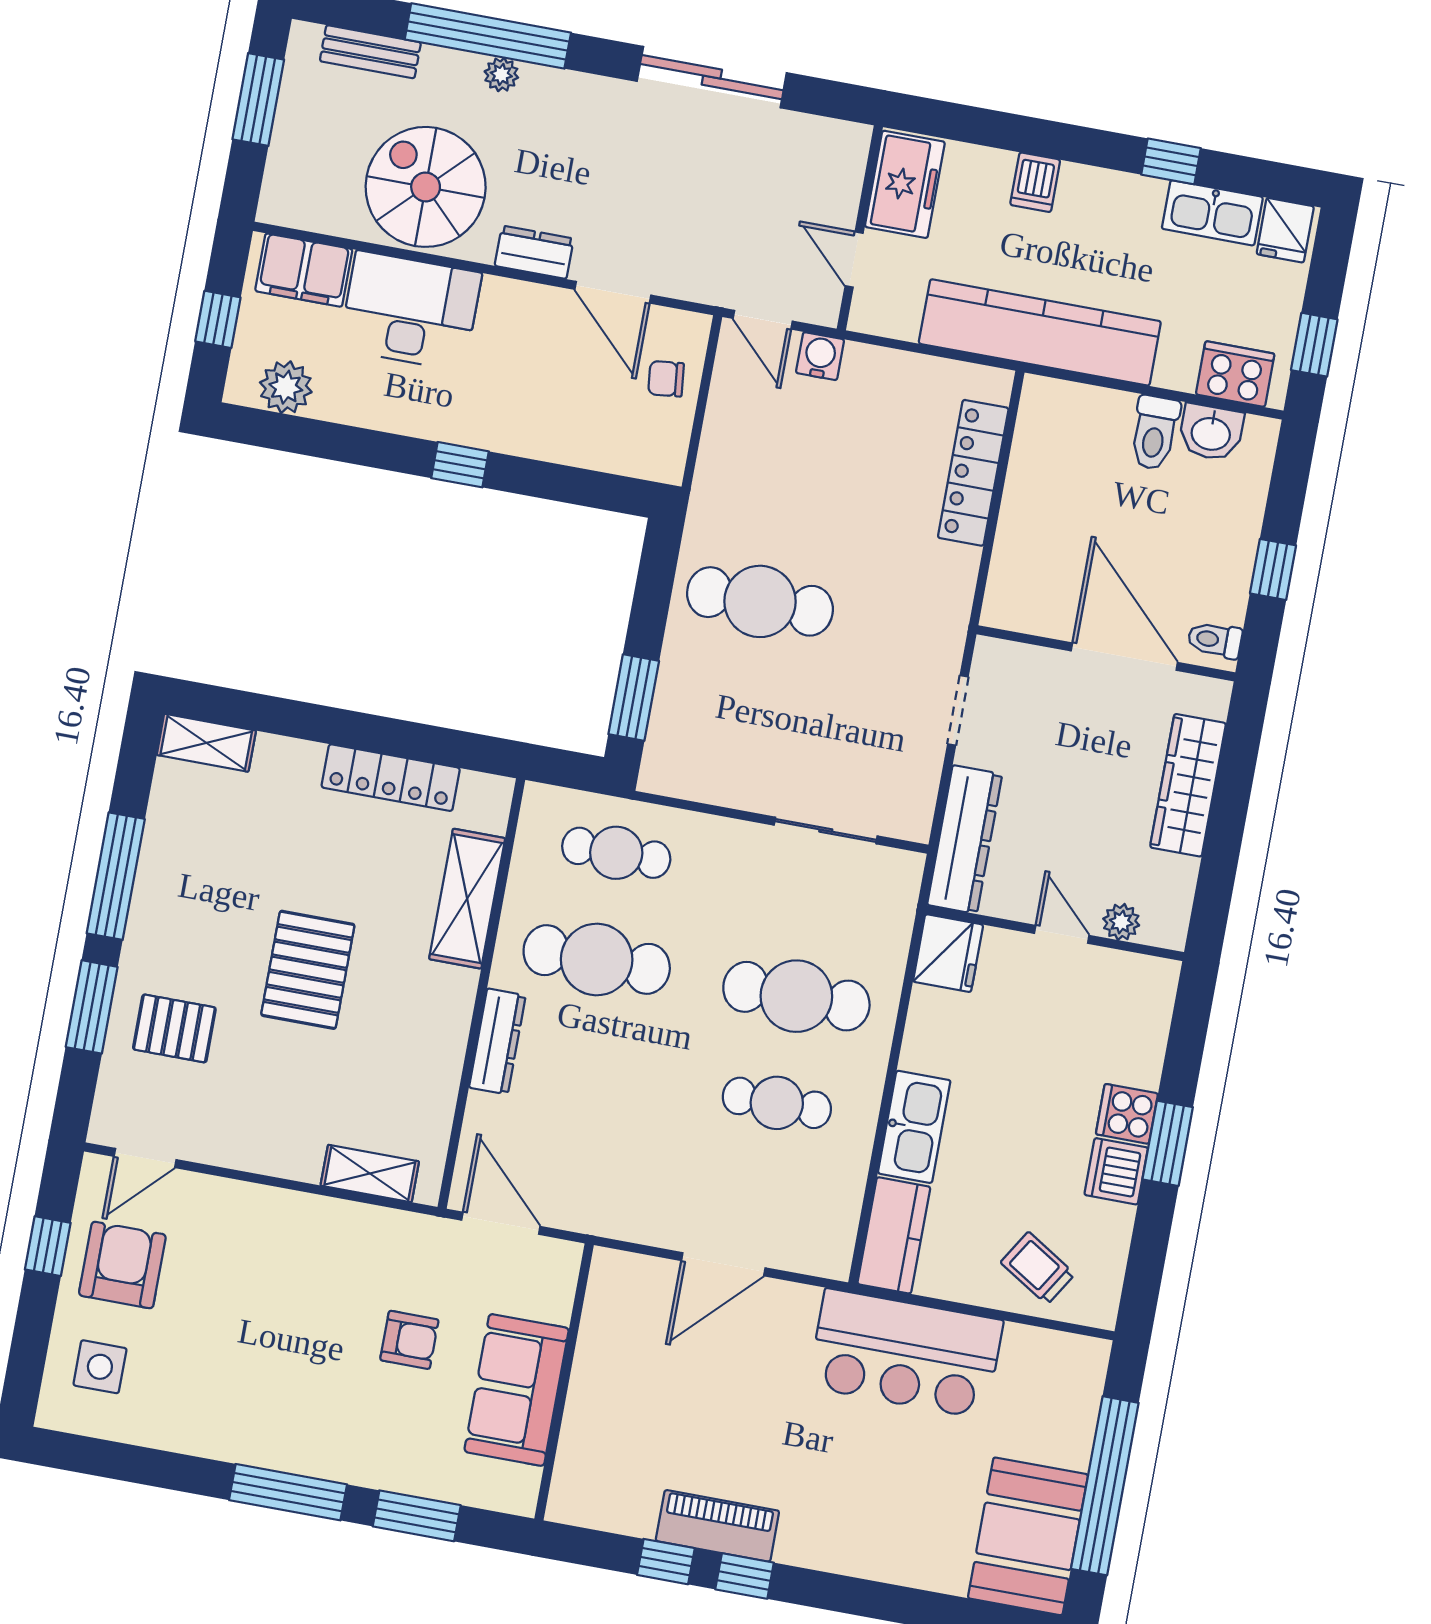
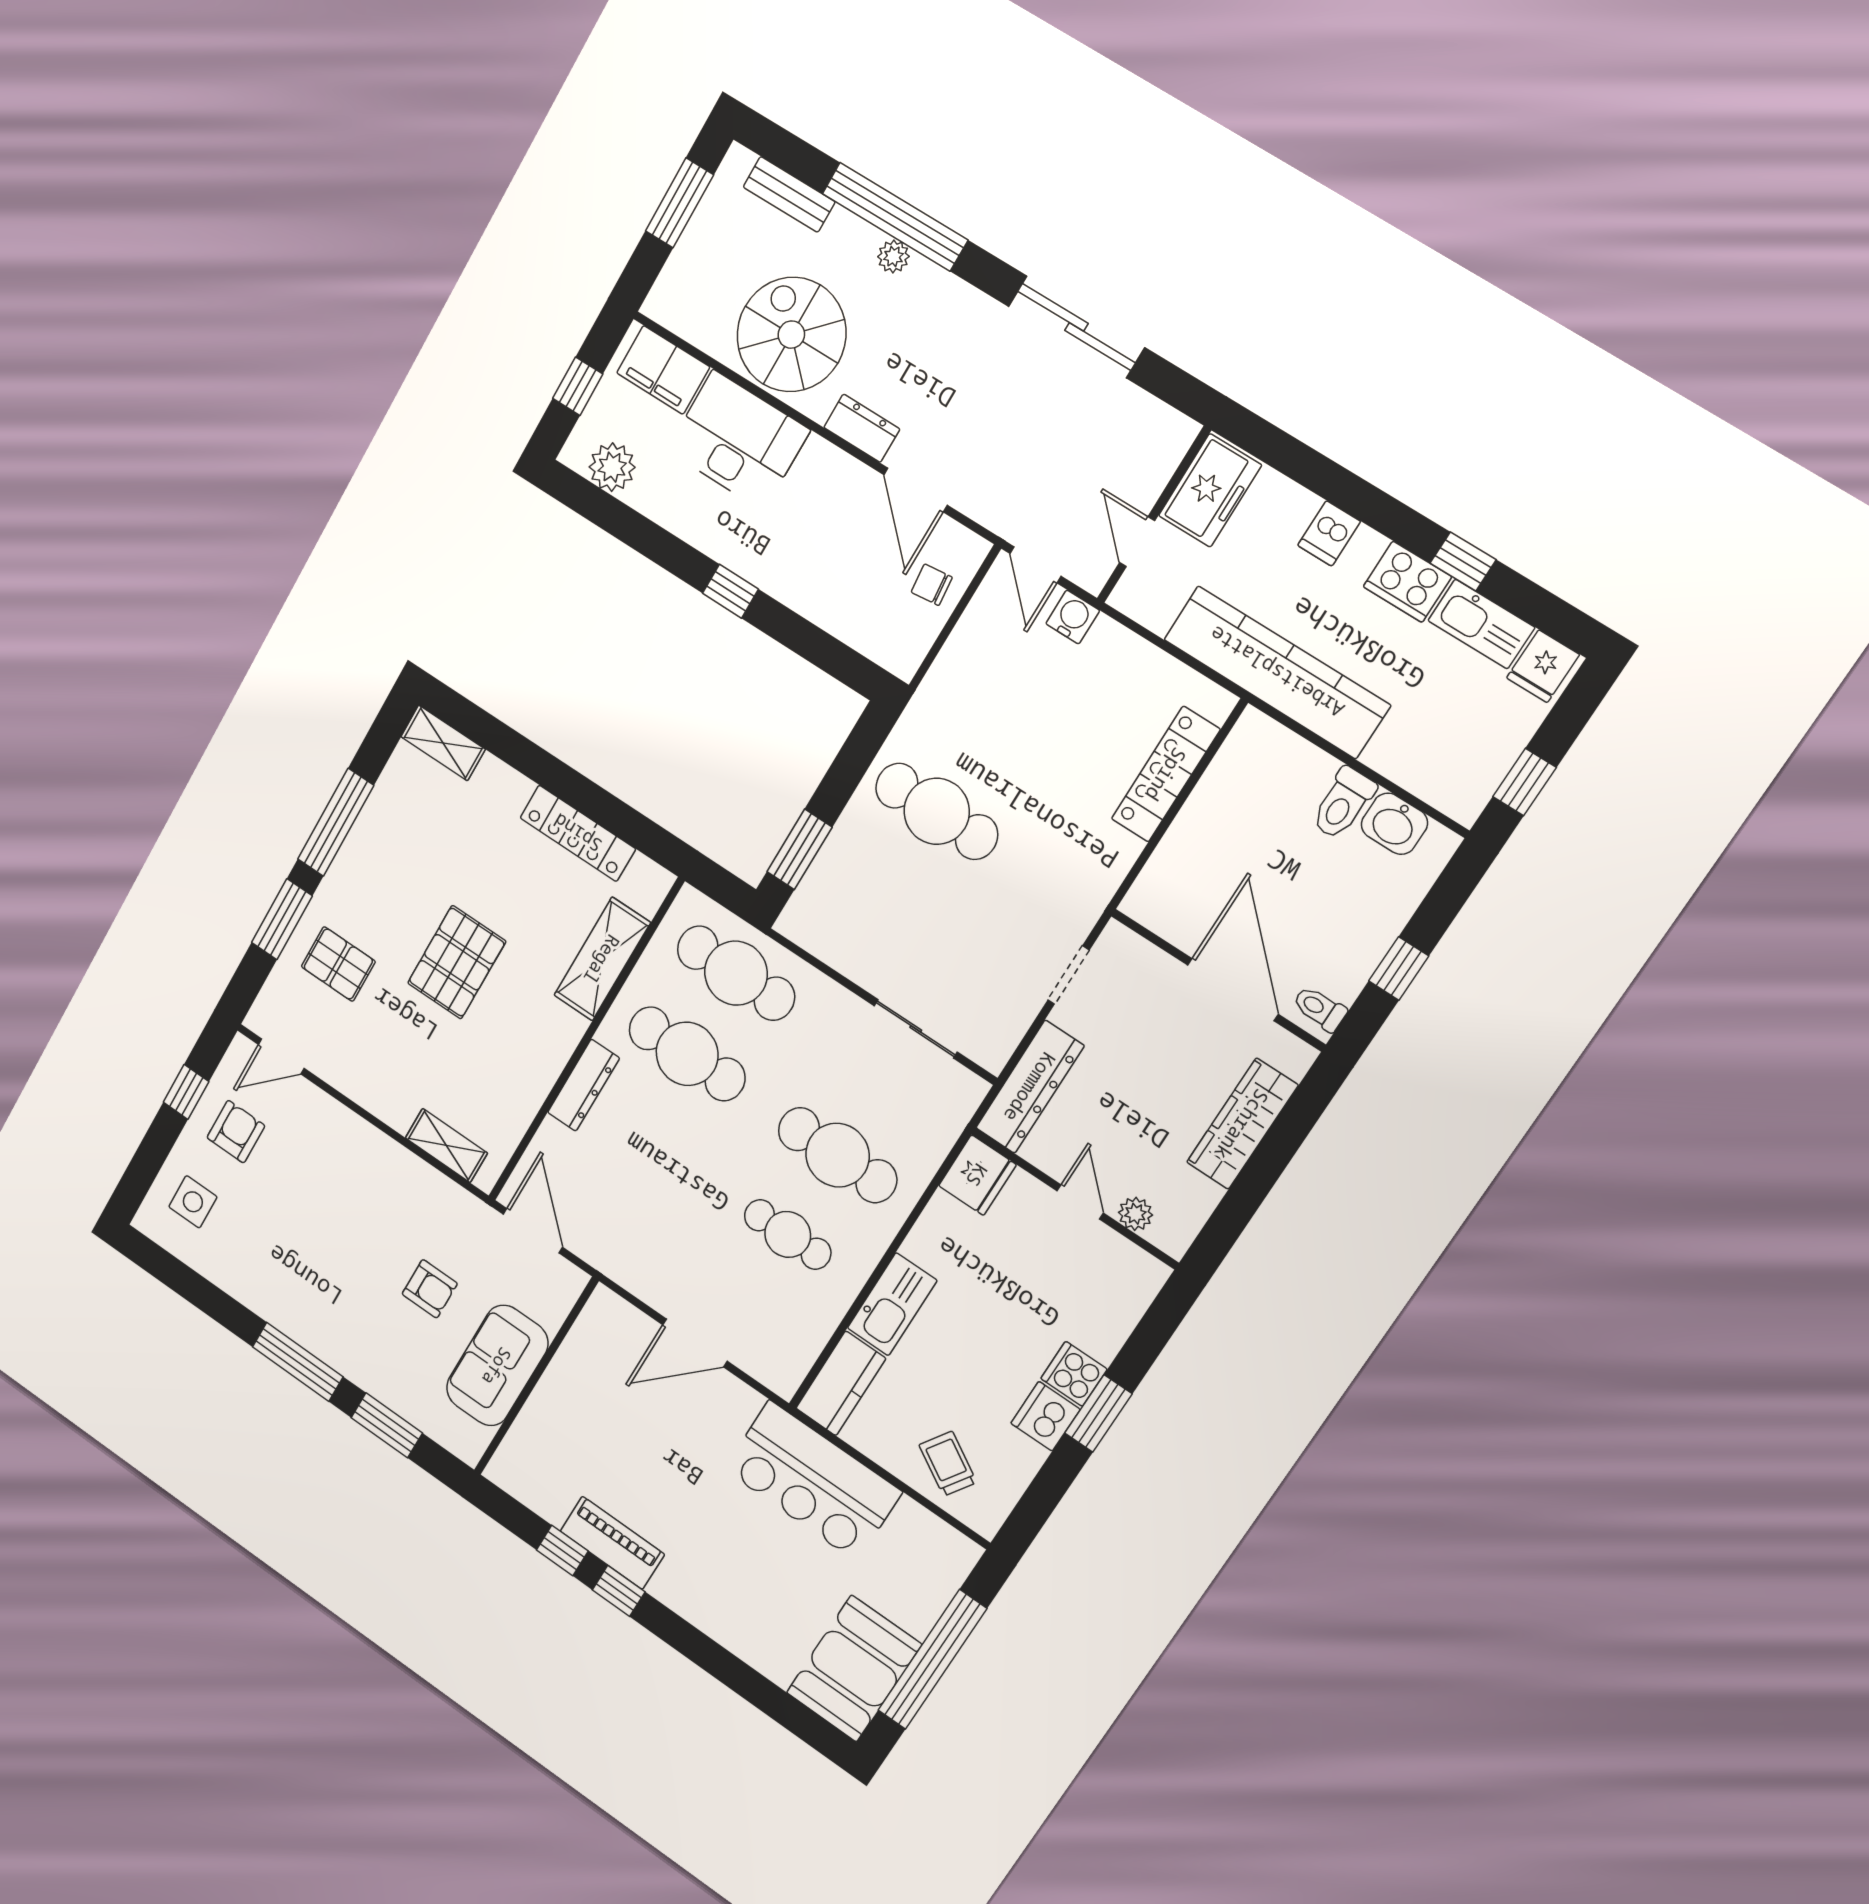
cooker: (1235, 374) -> (1407, 582), moved, turned 180
cafe table: (616, 853) -> (736, 973), width x1.37, depth x1.35
armchair: (122, 1265) -> (236, 1132), width x0.72, depth x0.72

